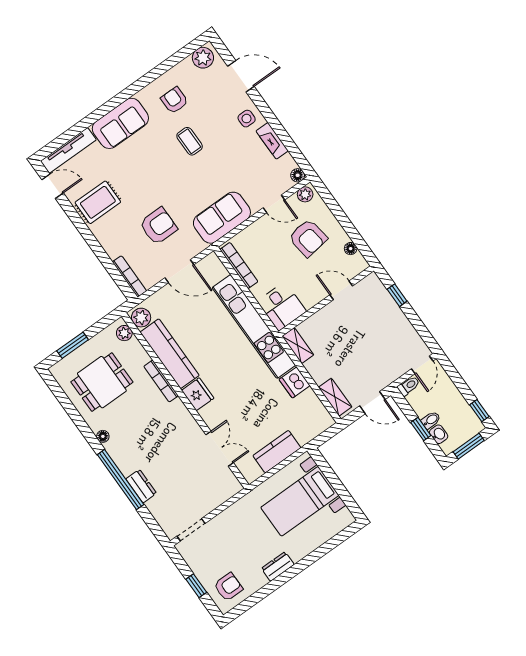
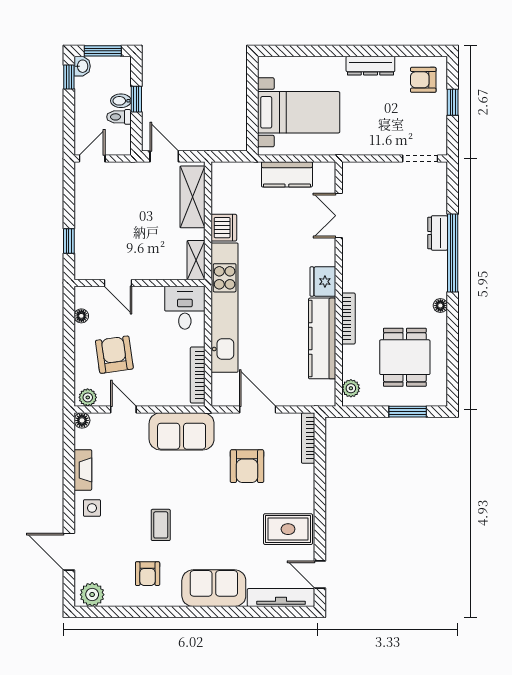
armchair: (158, 226) -> (247, 466), turned -90
plant: (141, 318) -> (325, 392), removed
dining table: (102, 382) -> (405, 357), turned 90
toilet: (409, 386) -> (119, 117), moved
shelving: (335, 397) -> (192, 197), width x1.50, depth x1.33
washbasin: (439, 434) -> (82, 66), moved, turned 180
dresser: (278, 566) -> (370, 66), width x1.44

